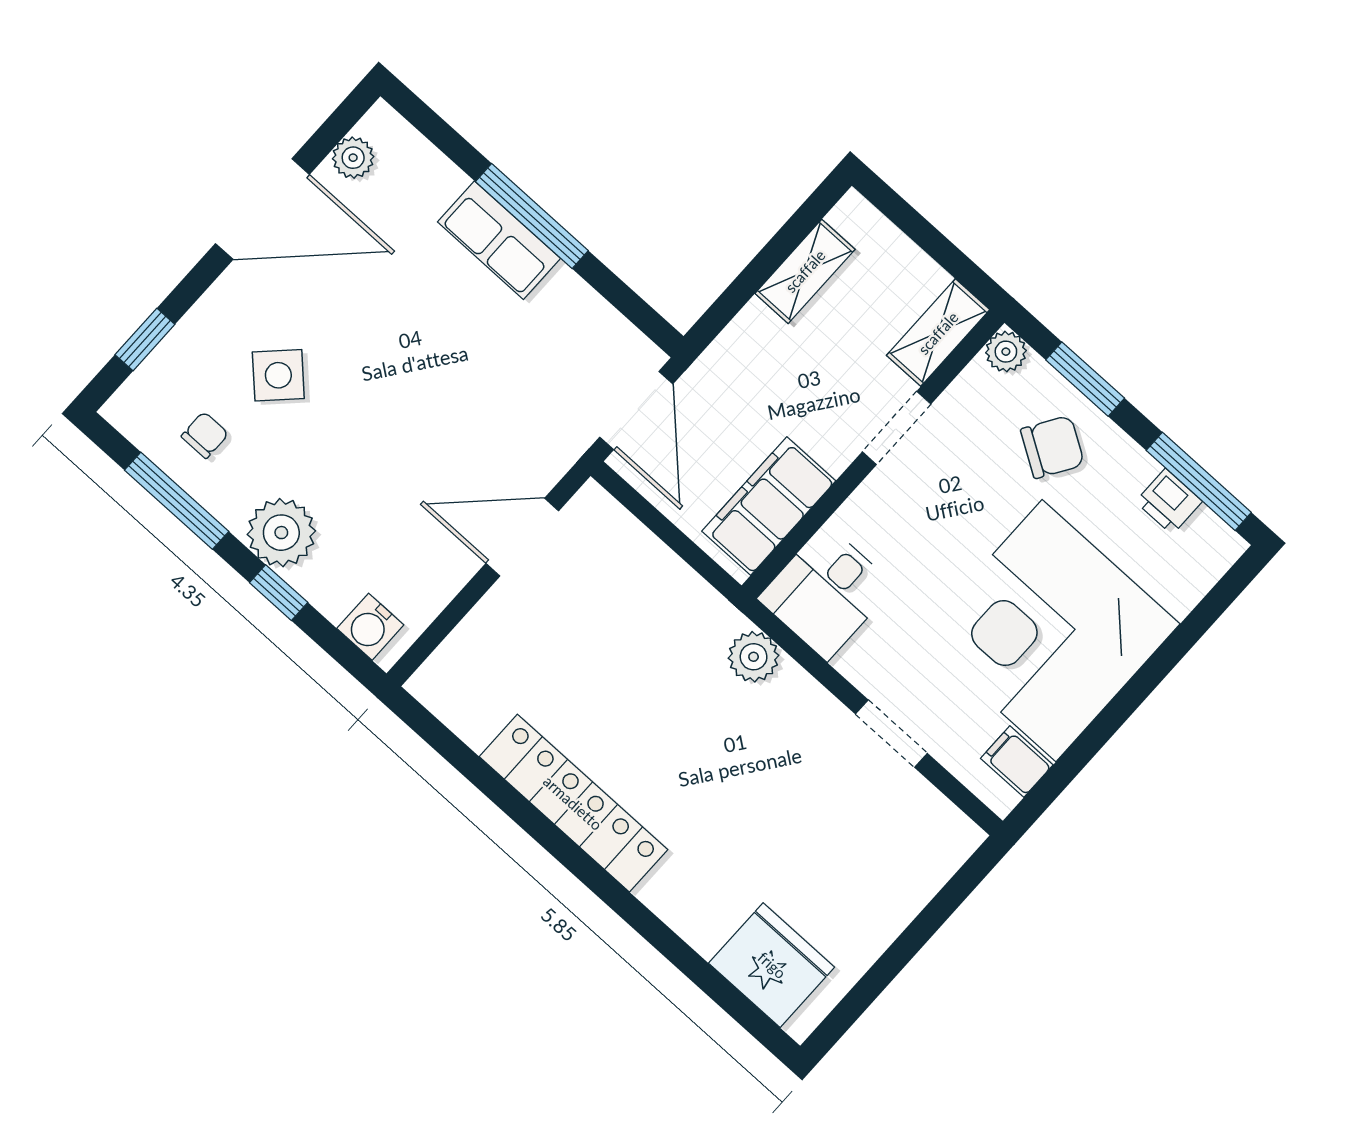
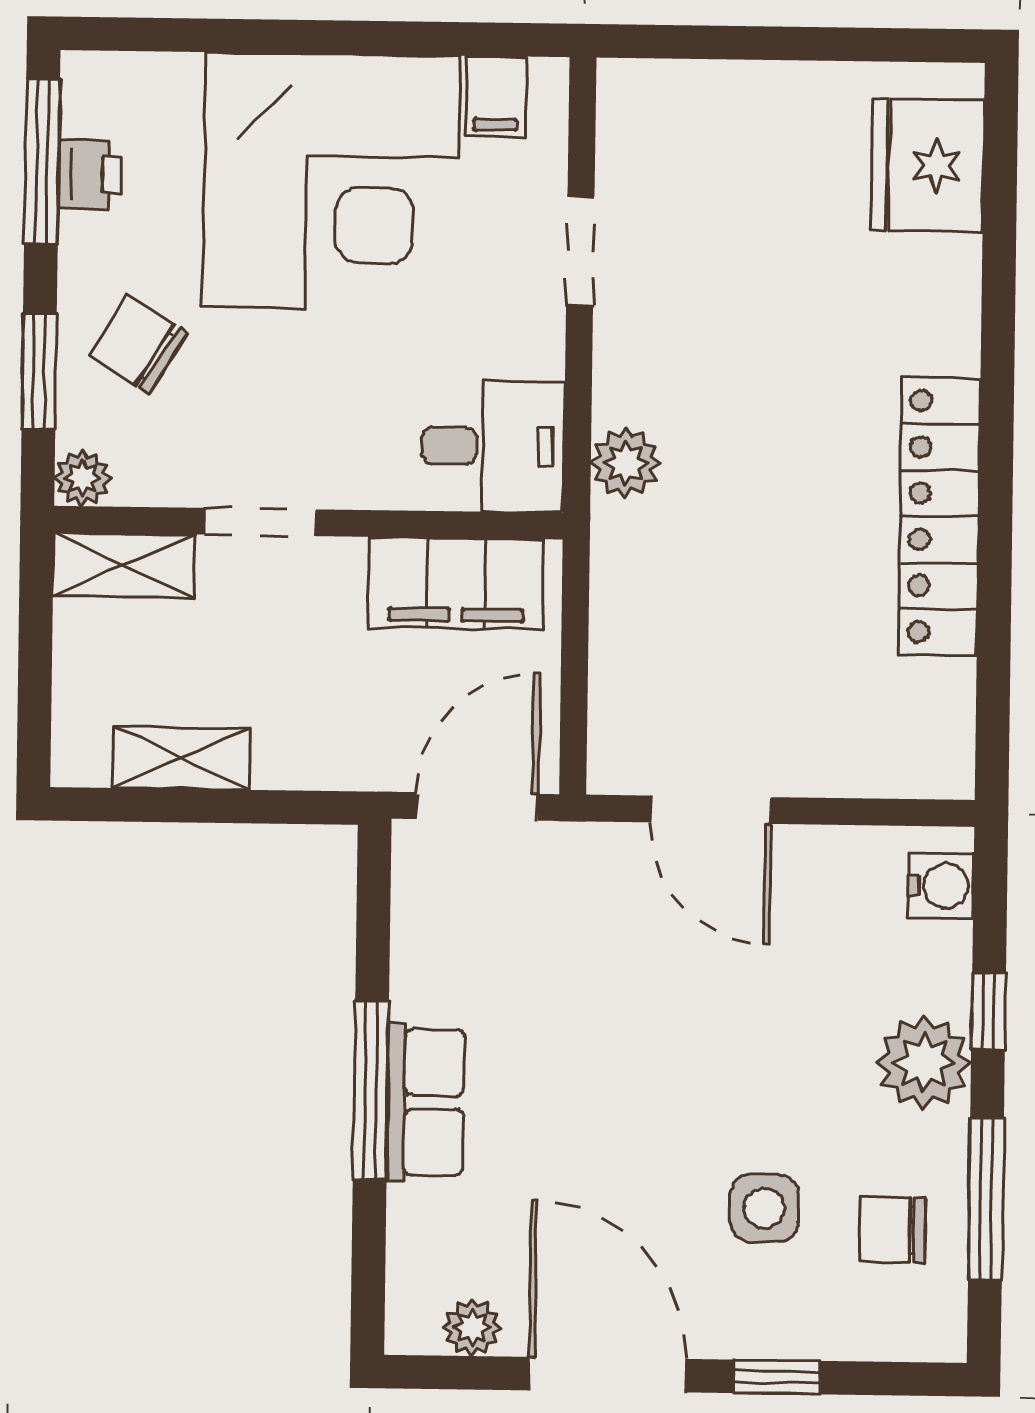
window: (145, 339) -> (777, 1377), moved
side table: (278, 375) -> (764, 1208), turned 45
chair: (205, 435) -> (893, 1230), width x1.37, depth x1.37

